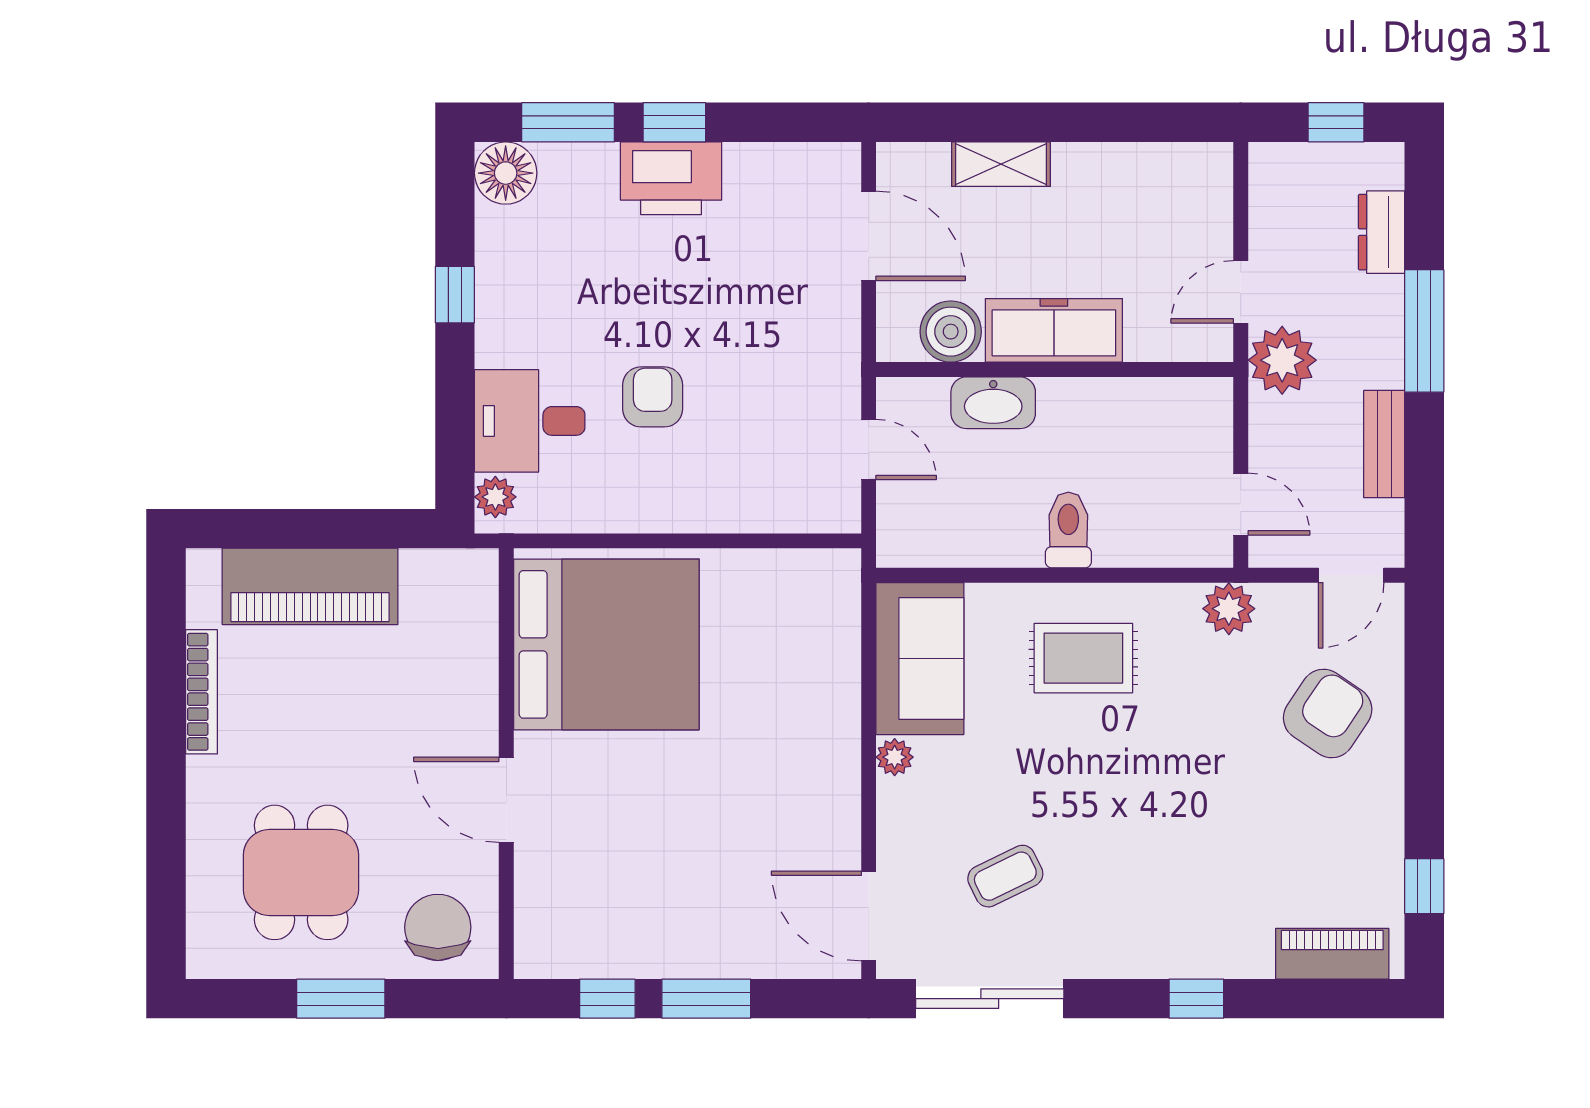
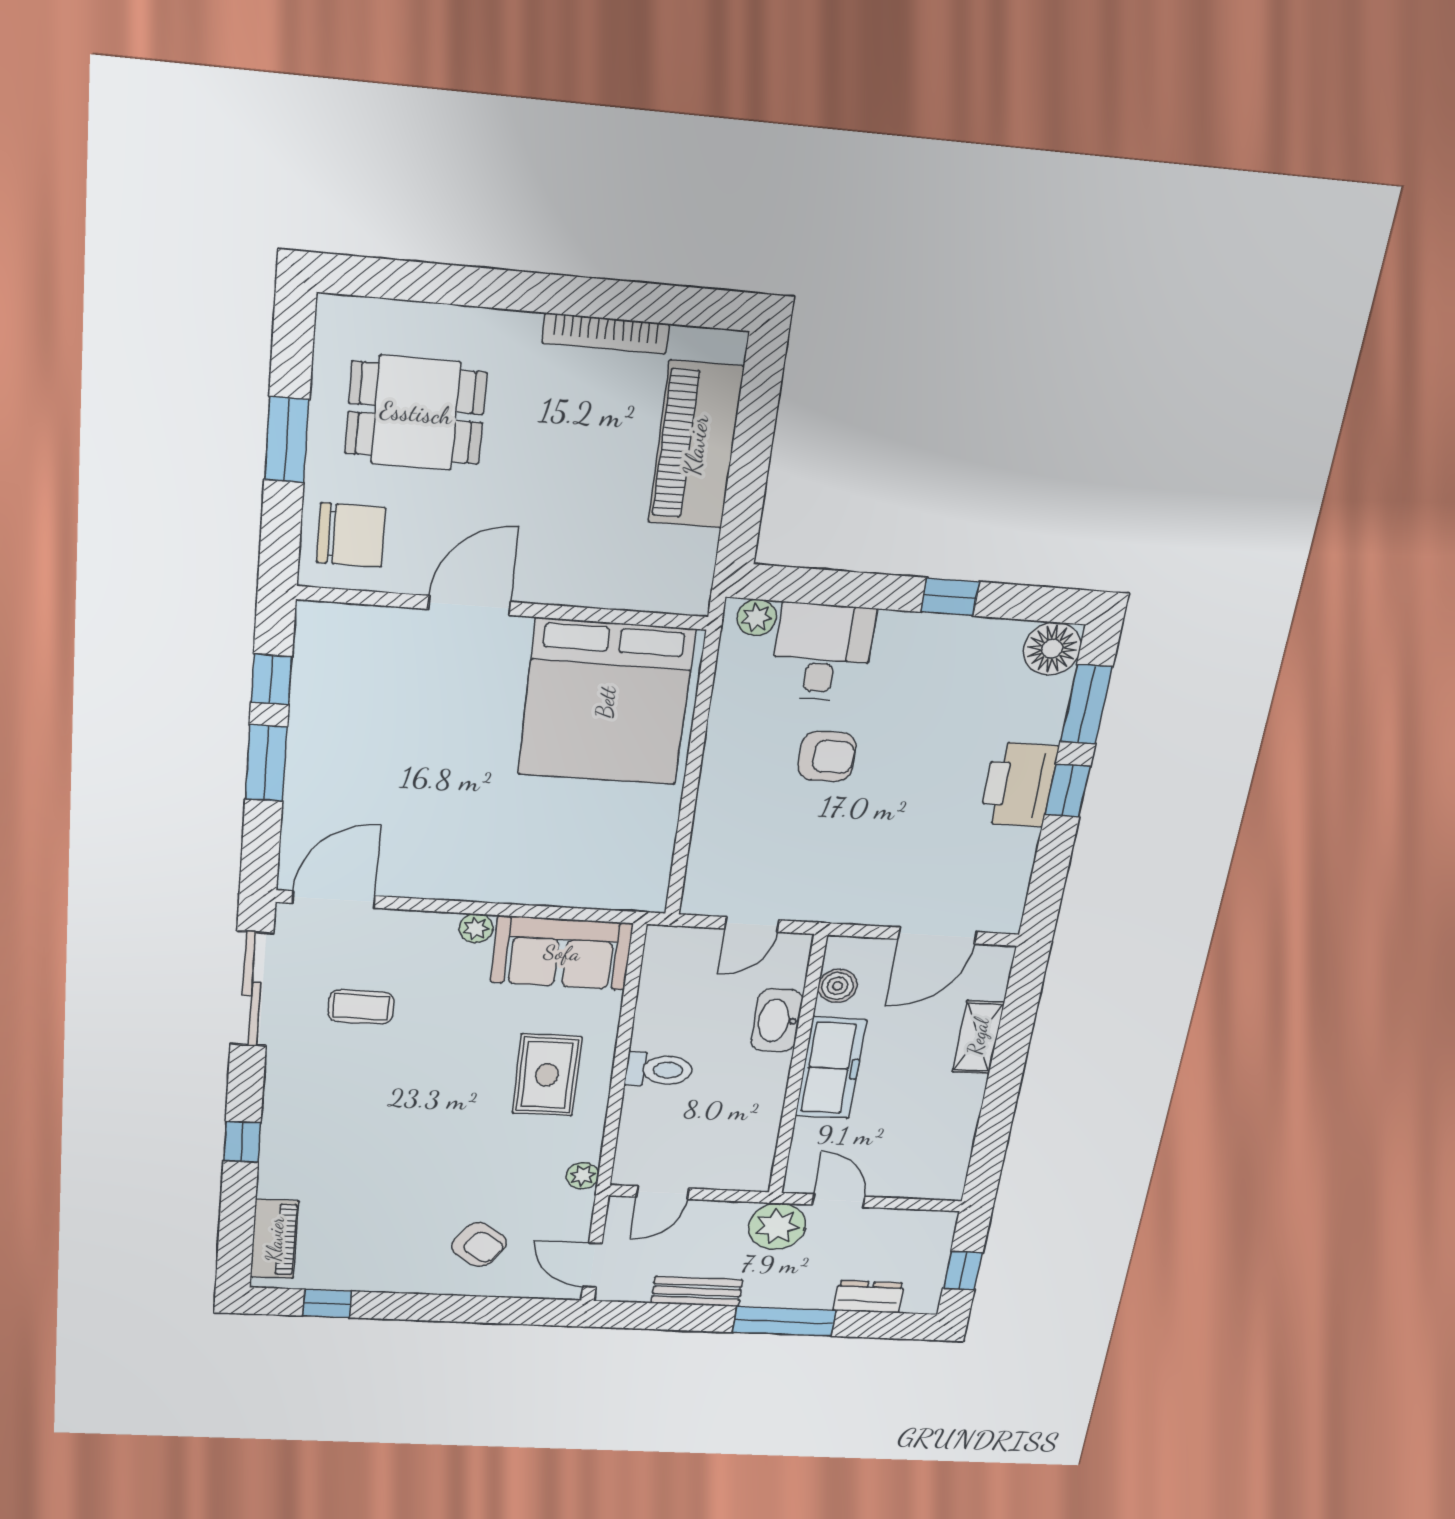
boiler: (951, 332) -> (838, 986), width x0.73, depth x0.73
plant: (1229, 609) -> (583, 1176), width x0.73, depth x0.73
armchair: (1328, 714) -> (479, 1244), width x0.72, depth x0.72
coffee table: (1005, 876) -> (361, 1007), turned -64

